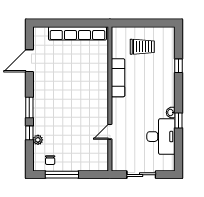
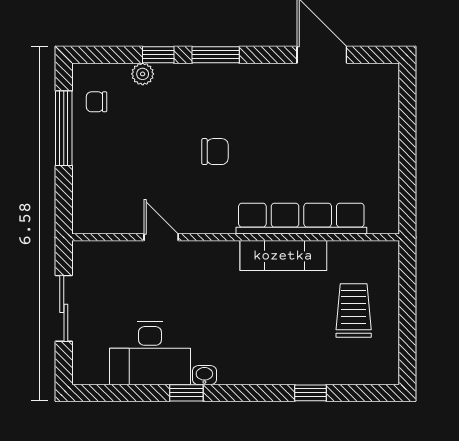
row of seats: (77, 33) -> (301, 219), moved, turned 90
trolley: (142, 47) -> (354, 310), turned 180
chair: (72, 108) -> (215, 152), added

